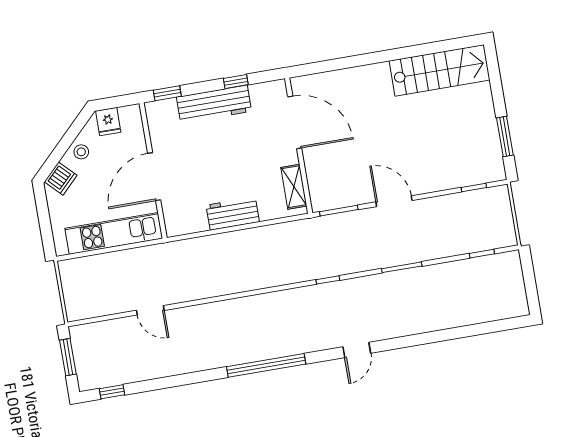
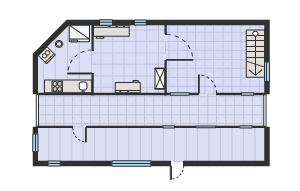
stairs: (440, 70) -> (255, 54), moved, turned 90
workbench: (214, 104) -> (111, 32), moved
fridge: (108, 122) -> (79, 34), width x1.88, depth x1.34

